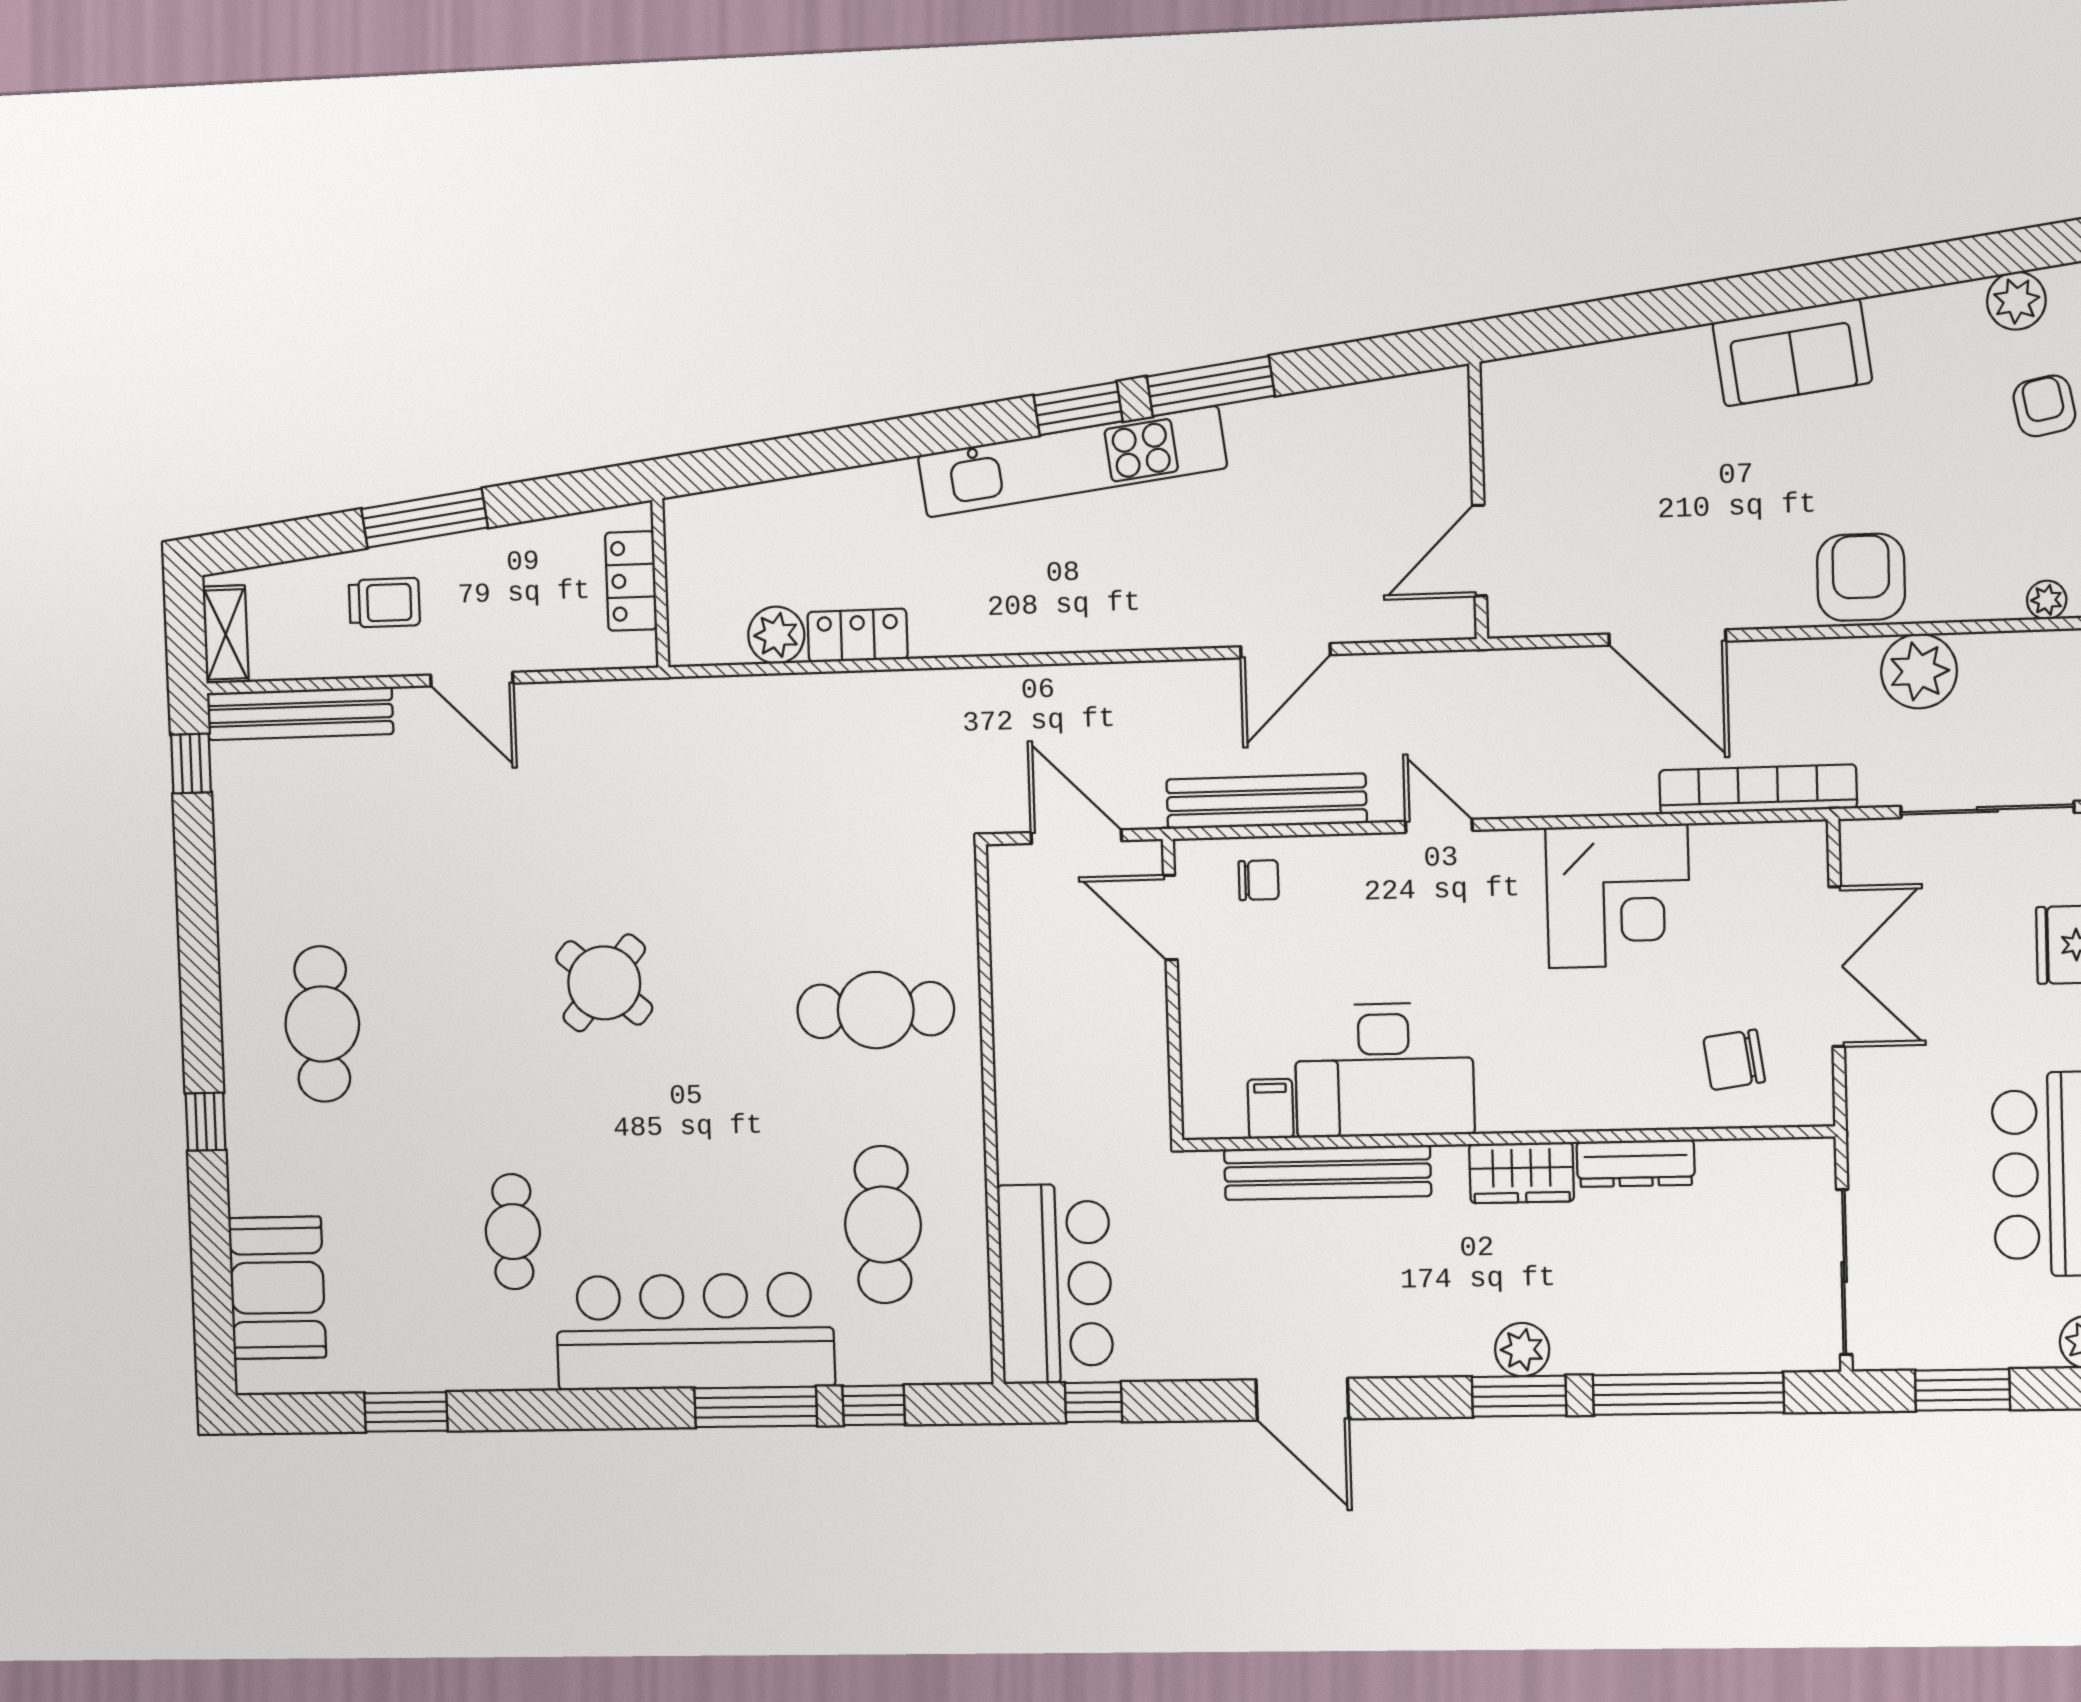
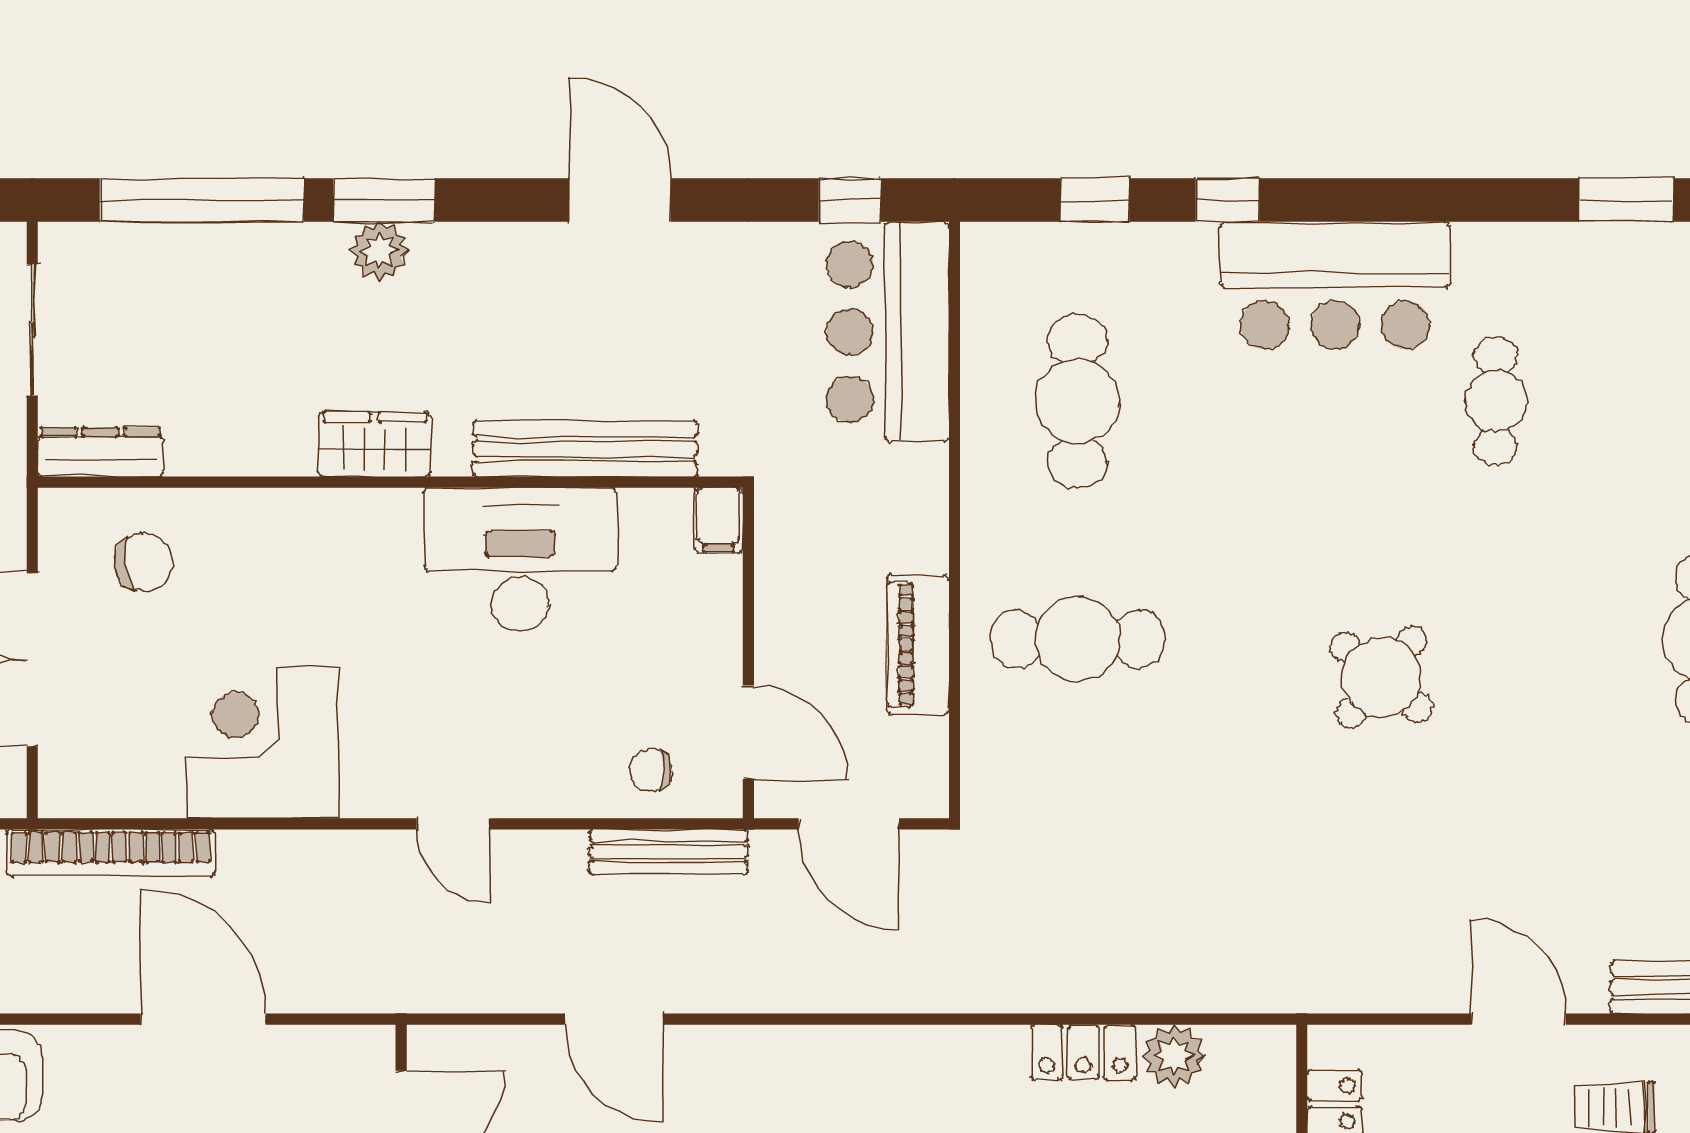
door: (1285, 651) -> (614, 1019), swing flipped
bench: (1266, 801) -> (668, 852), width x0.73, depth x0.82
piano: (1019, 1001) -> (918, 645), added
filing cabinet: (1271, 1109) -> (719, 520), moved
dresser: (1636, 1163) -> (101, 452), moved
sliding door: (1844, 1272) -> (32, 330), width x0.73
bar counter: (695, 1332) -> (1335, 285), width x0.73
window: (756, 1407) -> (1228, 200), width x0.46

